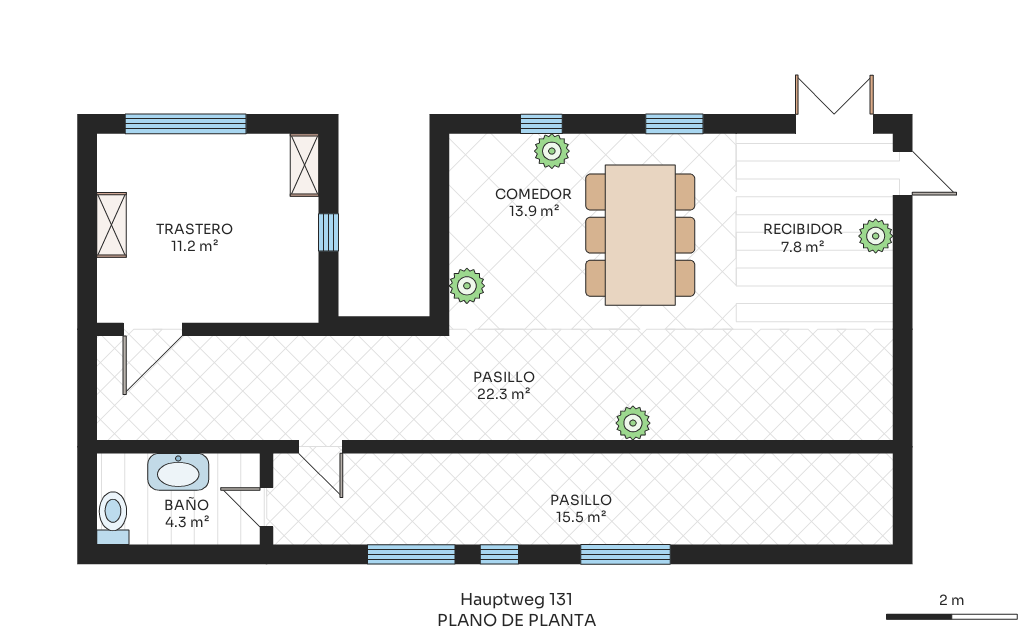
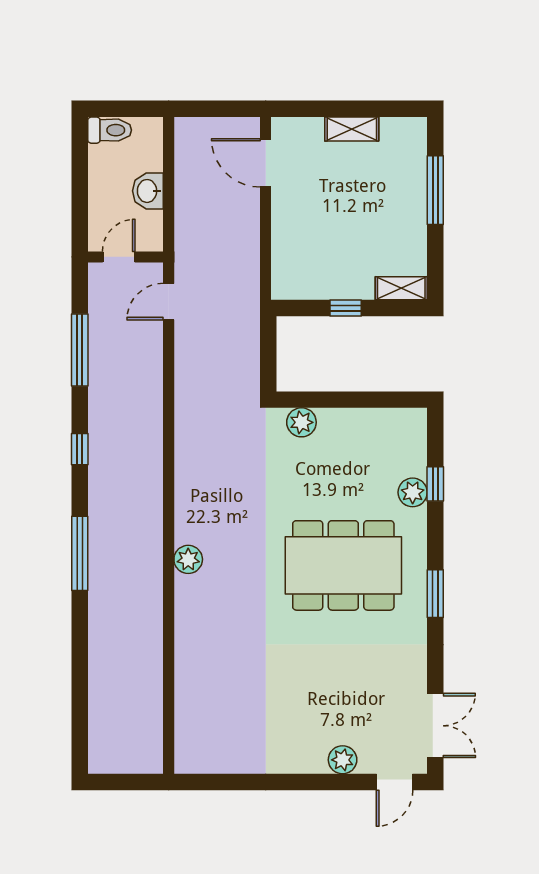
window: (186, 124) -> (435, 190), width x0.68
washbasin: (178, 472) -> (148, 191), width x0.72
window: (411, 554) -> (80, 350), moved

